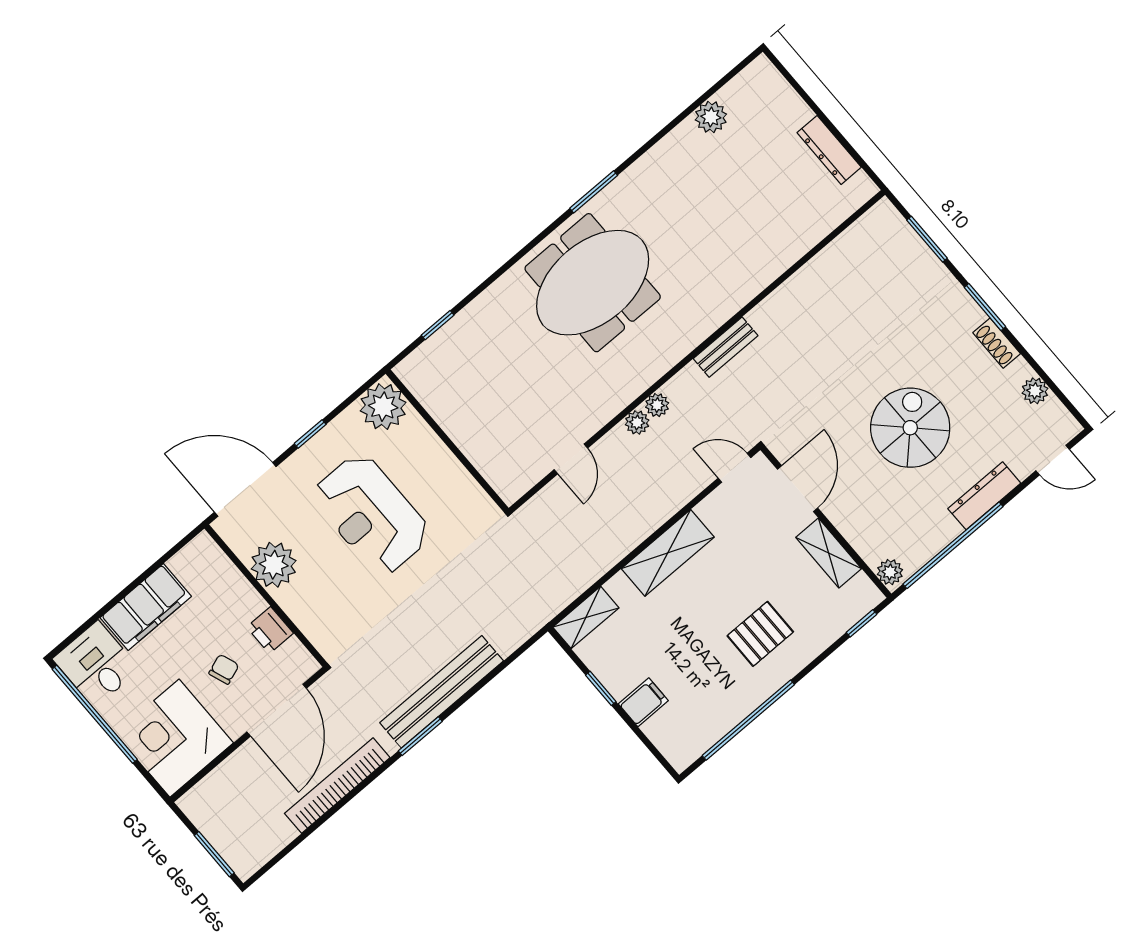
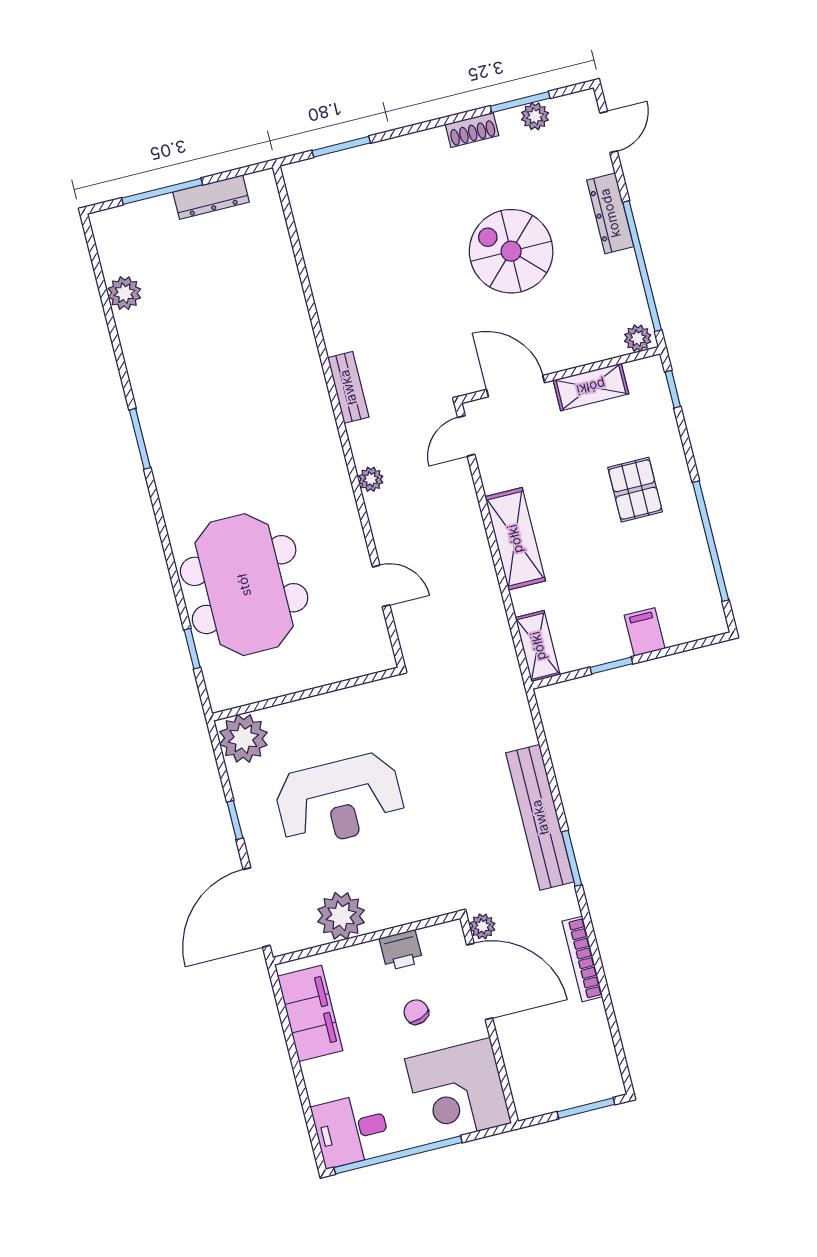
window: (813, 106) -> (162, 191), added
meeting table: (593, 283) -> (244, 585), moved
window: (985, 307) -> (520, 102), moved
plant: (637, 422) -> (482, 926), moved
filing cabinet: (146, 607) -> (310, 1013), moved
bookcase: (337, 785) -> (582, 959), width x0.68, depth x0.76

